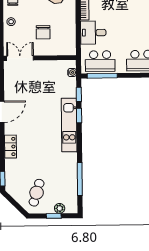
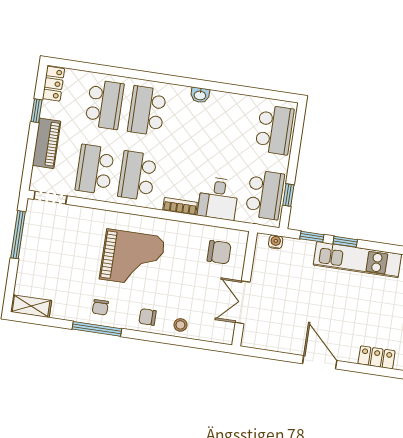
chair: (43, 32) -> (219, 252), moved
double door: (20, 58) -> (243, 302), moved
window: (102, 76) -> (288, 195), width x0.46

